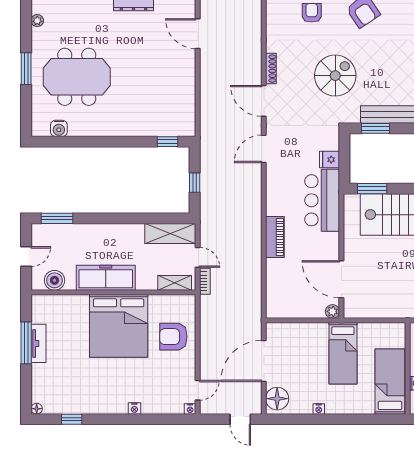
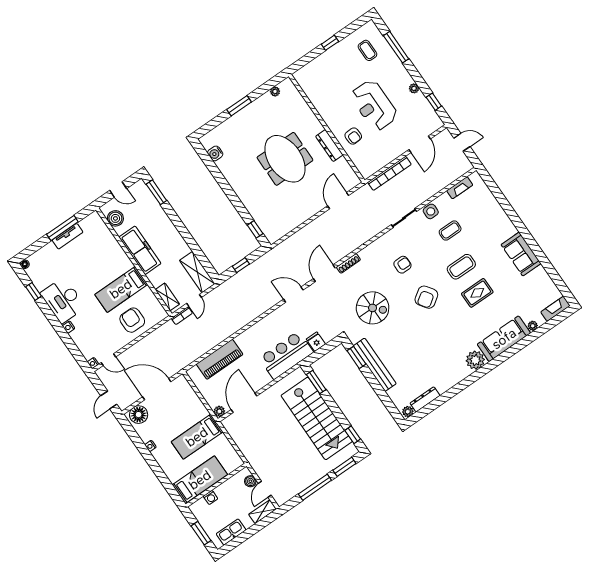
meeting table: (77, 77) -> (285, 159), moved
piano: (275, 237) -> (220, 359), moved, width x1.37, depth x1.33
bed: (119, 326) -> (121, 289), width x0.49
desk: (102, 395) -> (63, 300), added

